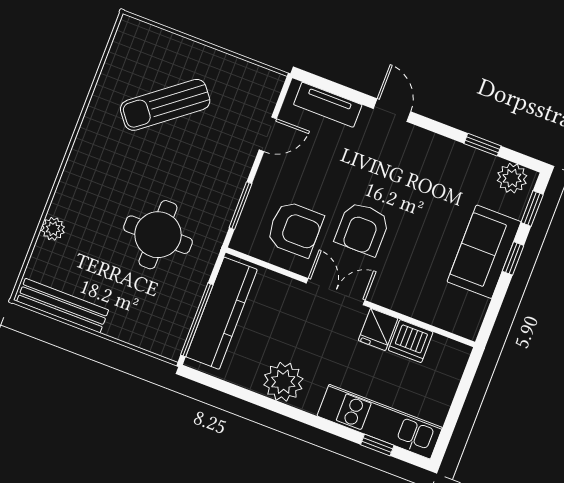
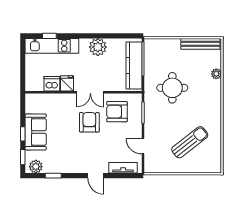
door: (268, 134) -> (143, 146), hinge flipped

